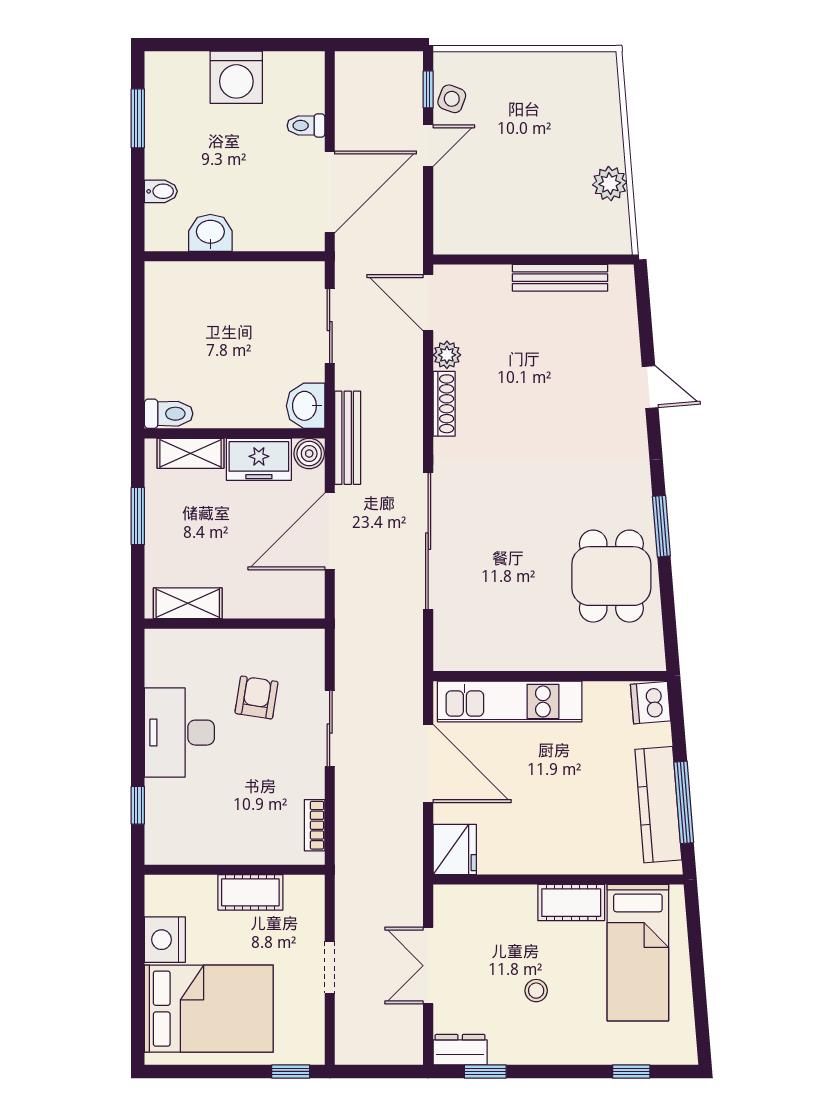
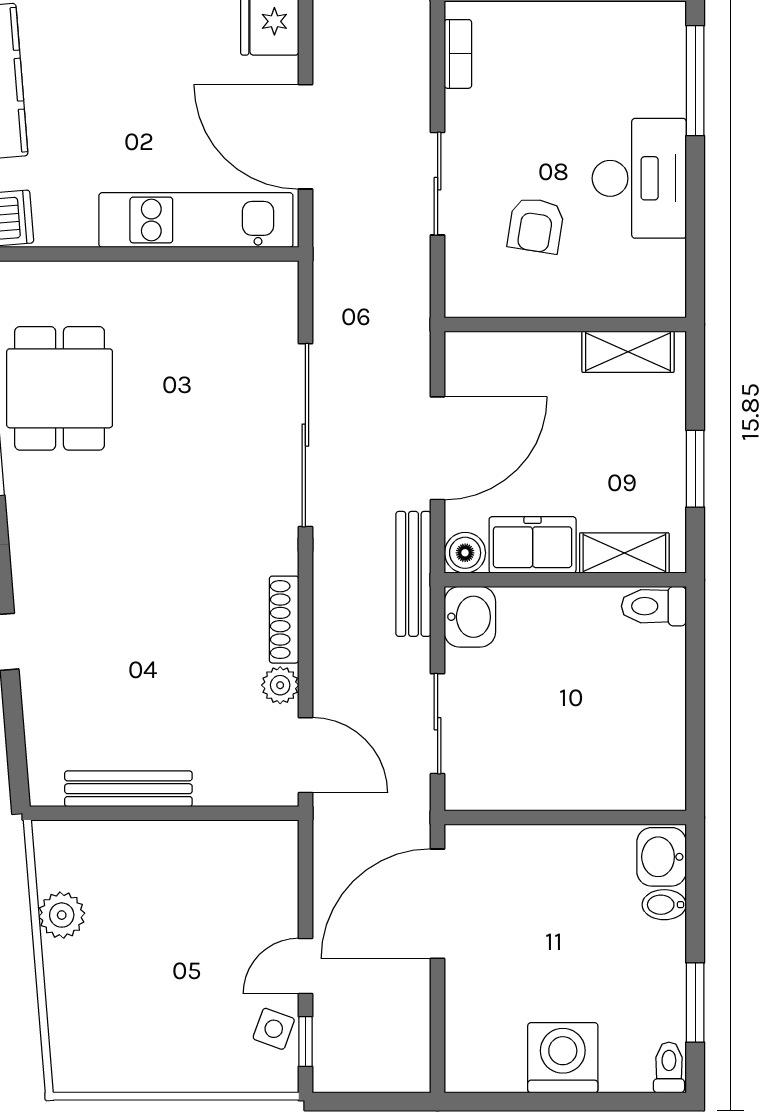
toilet: (306, 126) -> (669, 1067), moved, turned -90
washbasin: (210, 233) -> (662, 857), moved, turned 90
window: (138, 805) -> (695, 81), width x2.17

